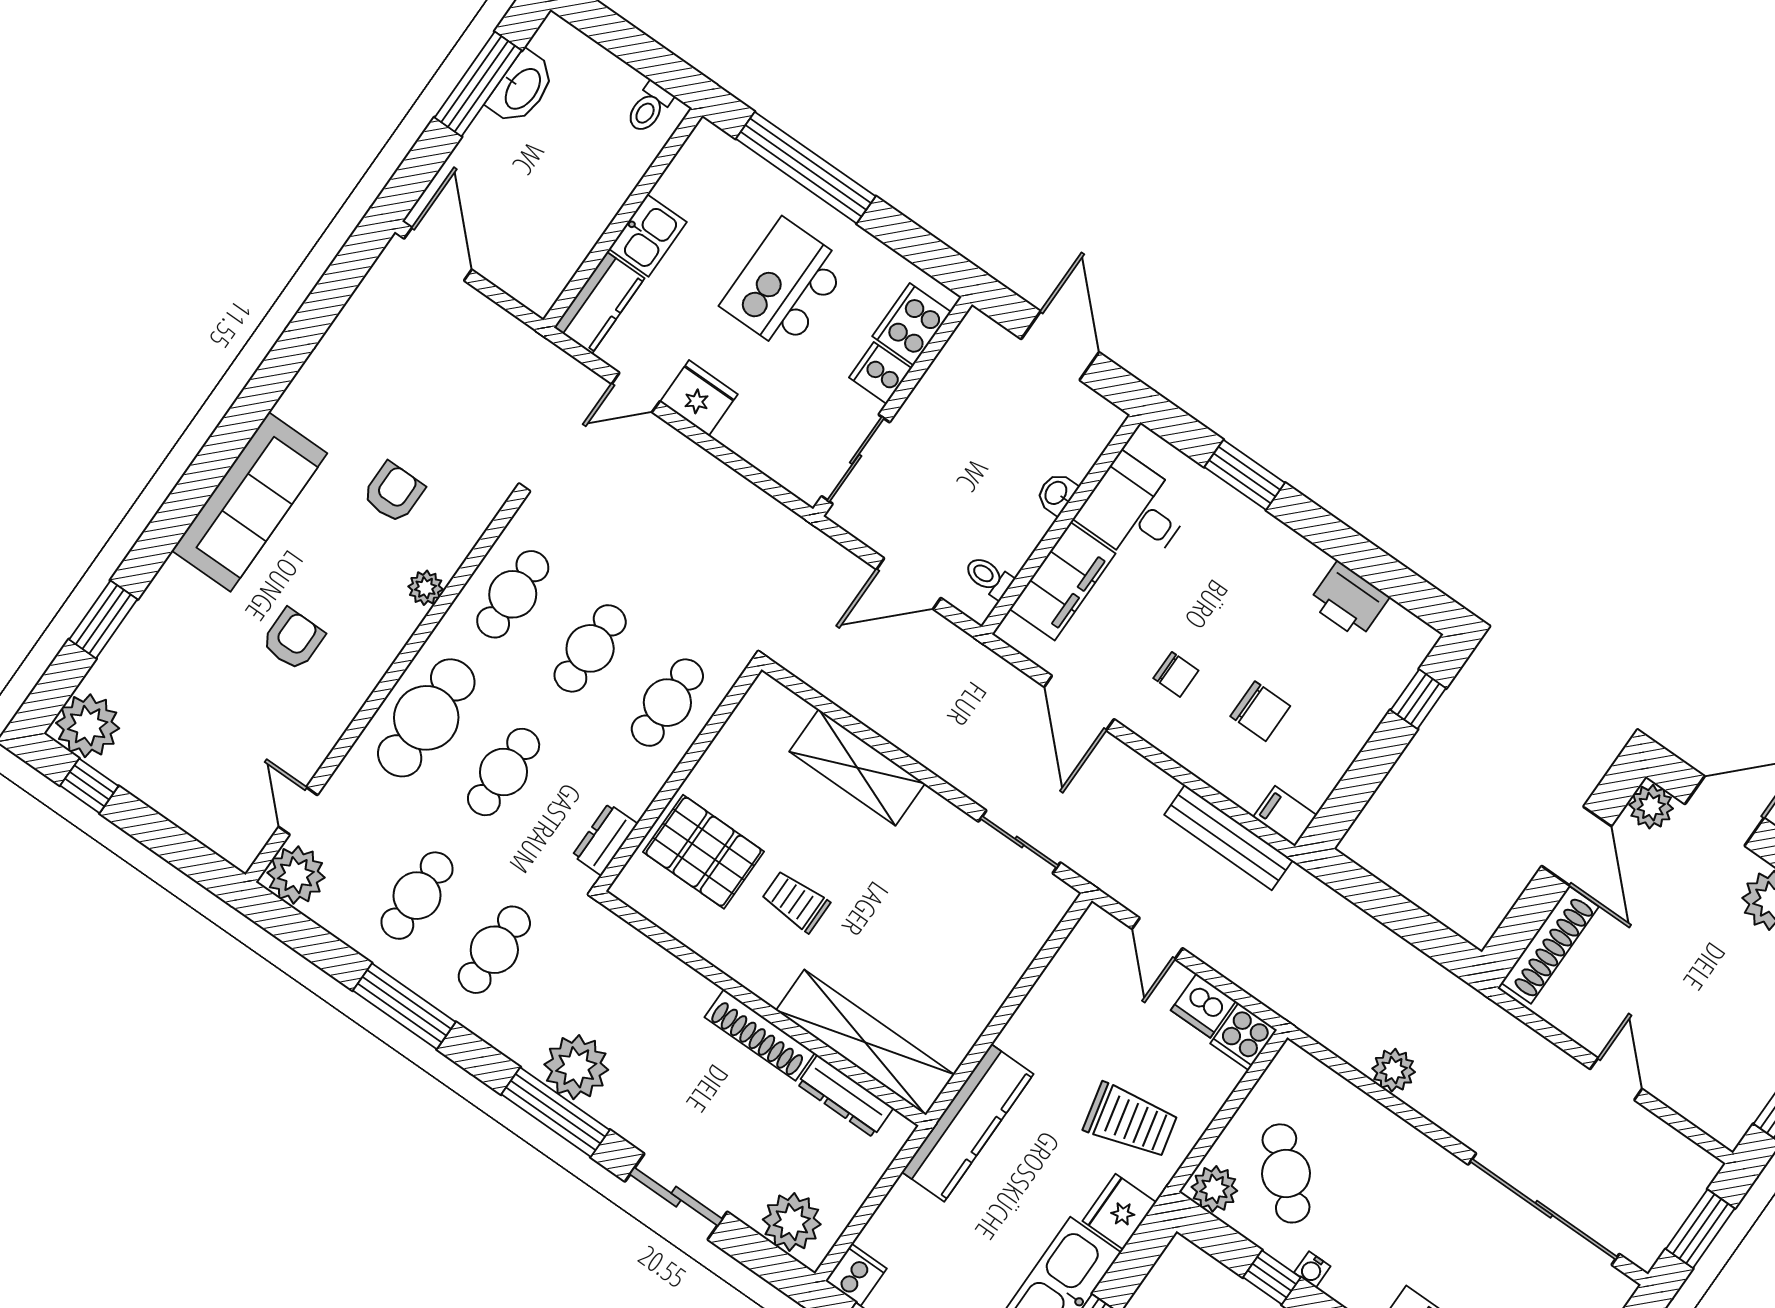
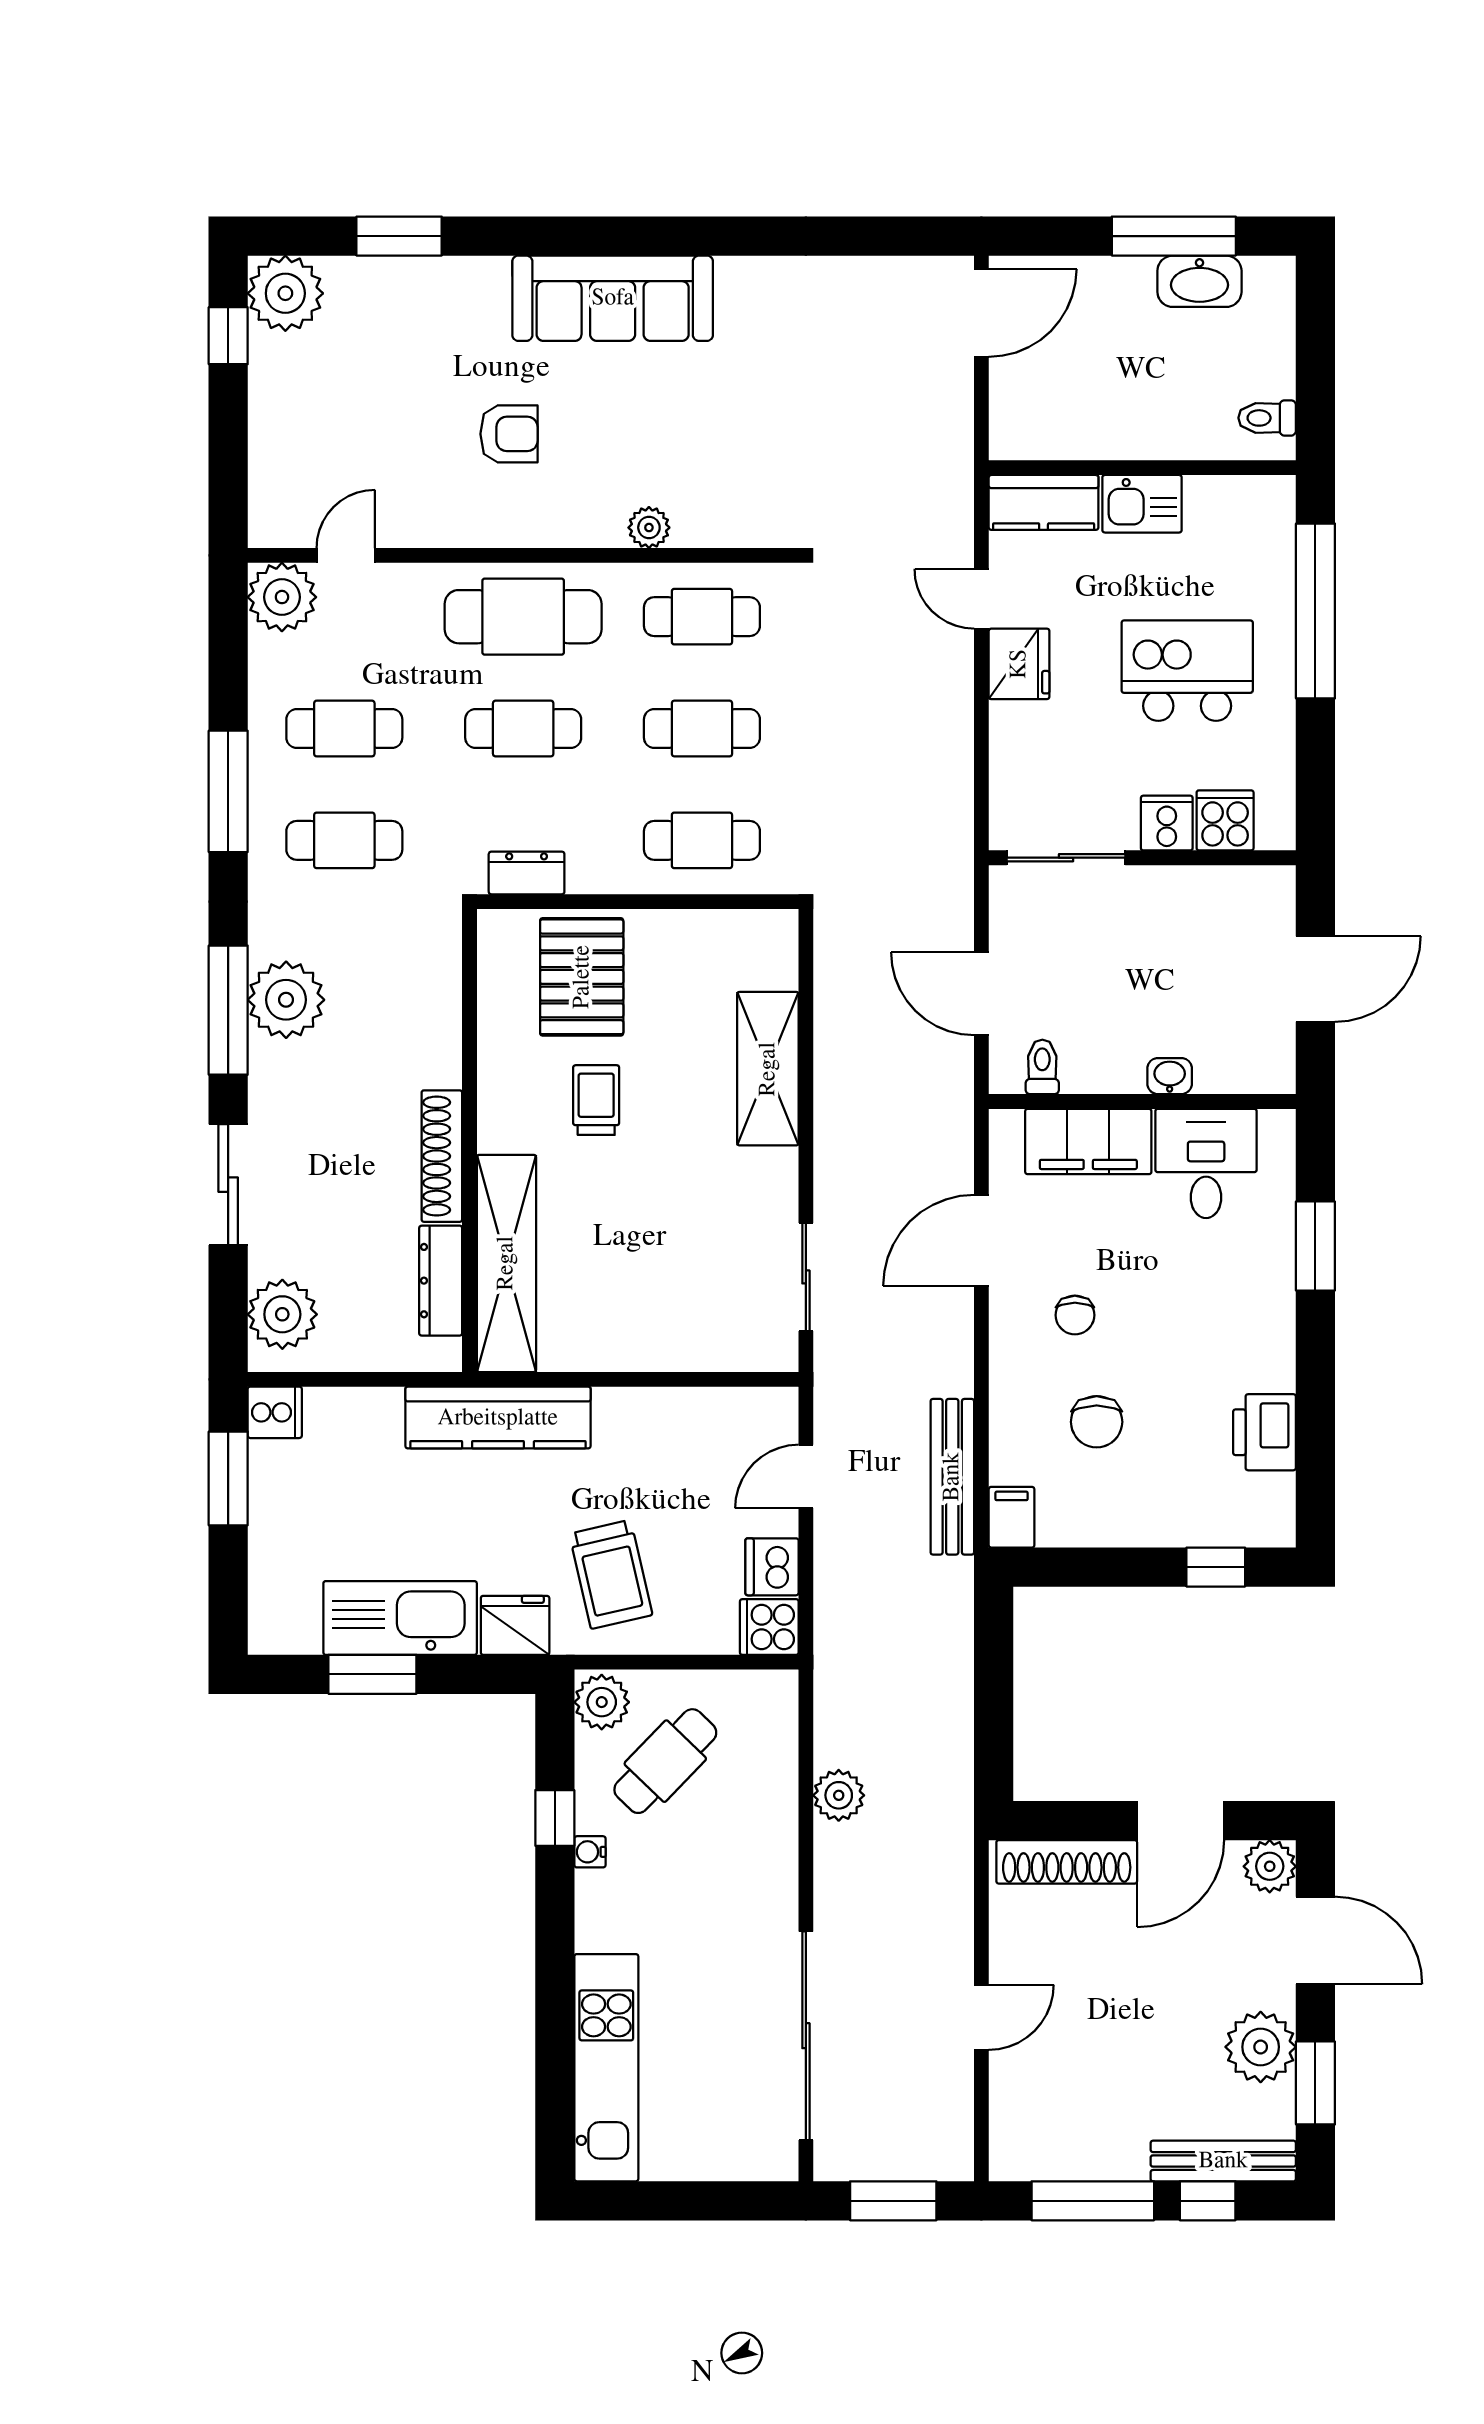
cooker: (912, 324) -> (1225, 820), width x0.73
armchair: (393, 492) -> (720, 432), removed

